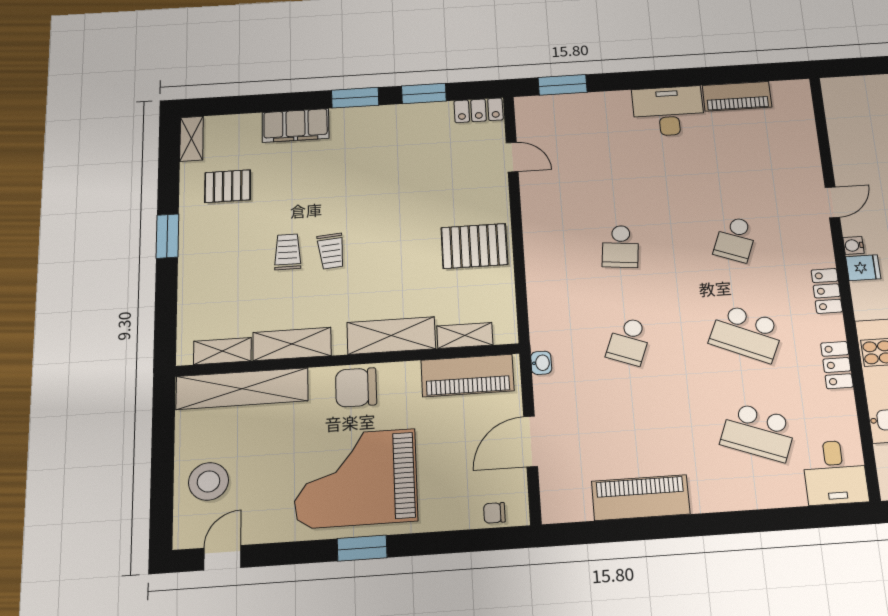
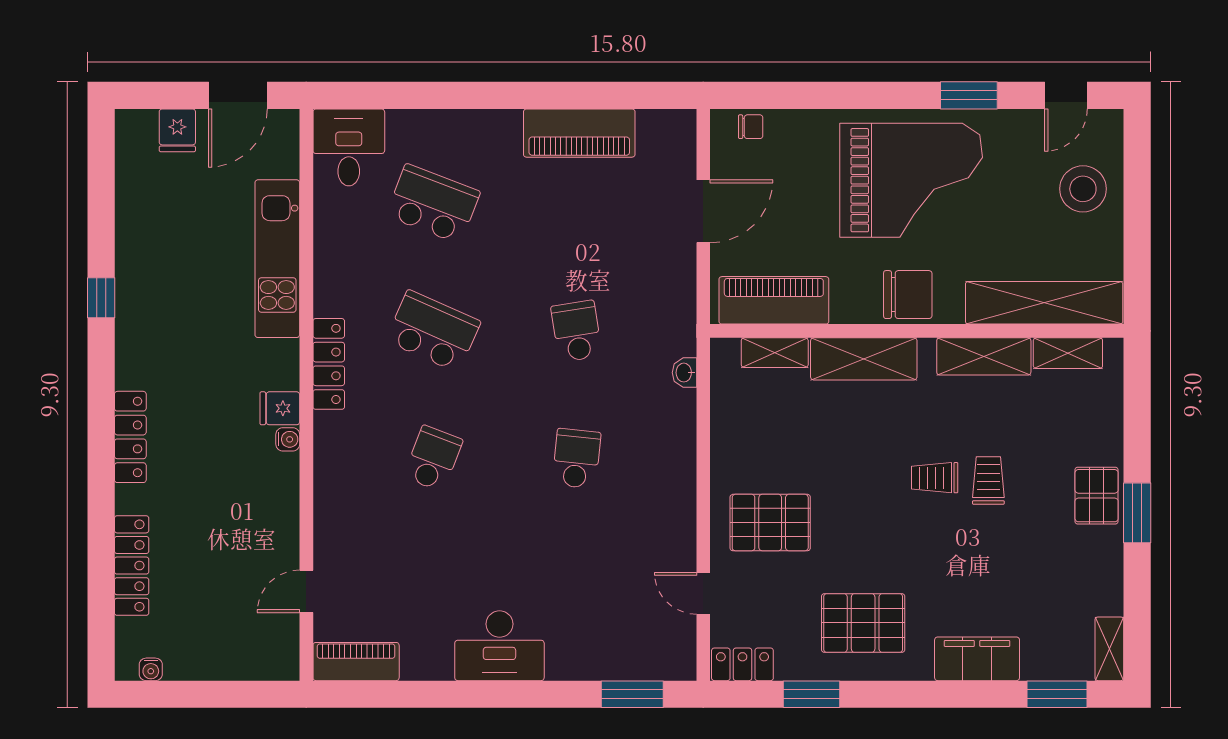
piano: (737, 96) -> (356, 662), moved
window: (355, 98) -> (1057, 694), moved
pallet: (385, 144) -> (863, 623), added
pallet: (228, 186) -> (1097, 496), moved, turned 90
door: (832, 202) -> (306, 591), moved
pallet: (474, 246) -> (770, 523), moved
trolley: (331, 251) -> (935, 478), turned -85
trolley: (288, 252) -> (988, 480), turned 180
locker: (827, 291) -> (329, 364), width x1.53
school desk: (629, 341) -> (576, 331), turned -30
washbasin: (541, 363) -> (684, 373), moved
locker: (837, 365) -> (329, 282), removed
window: (362, 548) -> (969, 95), moved

